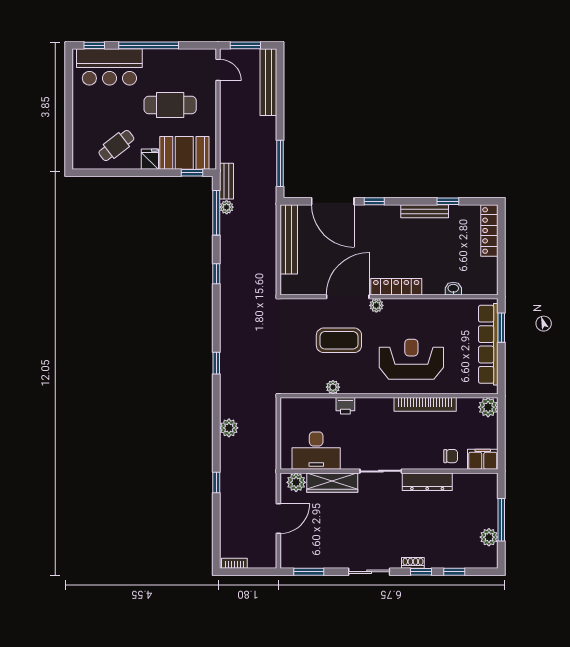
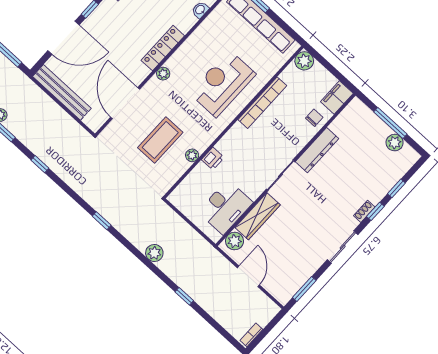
door: (348, 297) -> (125, 103), moved
coffee table: (339, 340) -> (160, 140), moved

